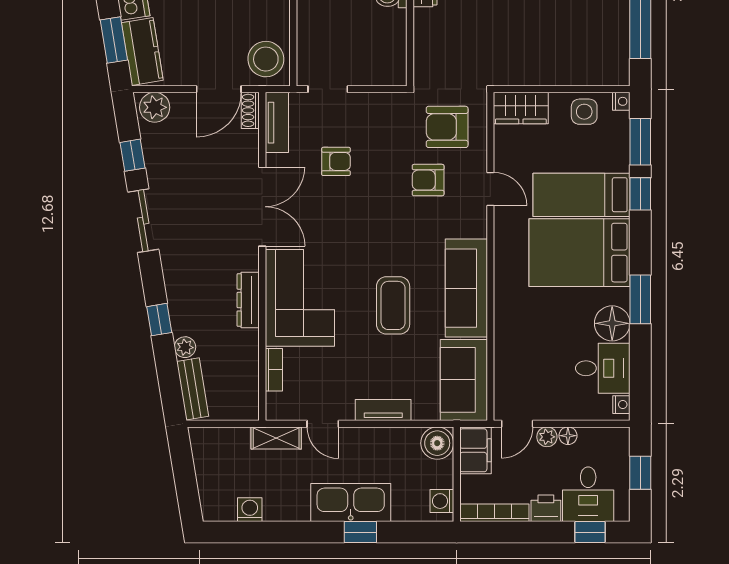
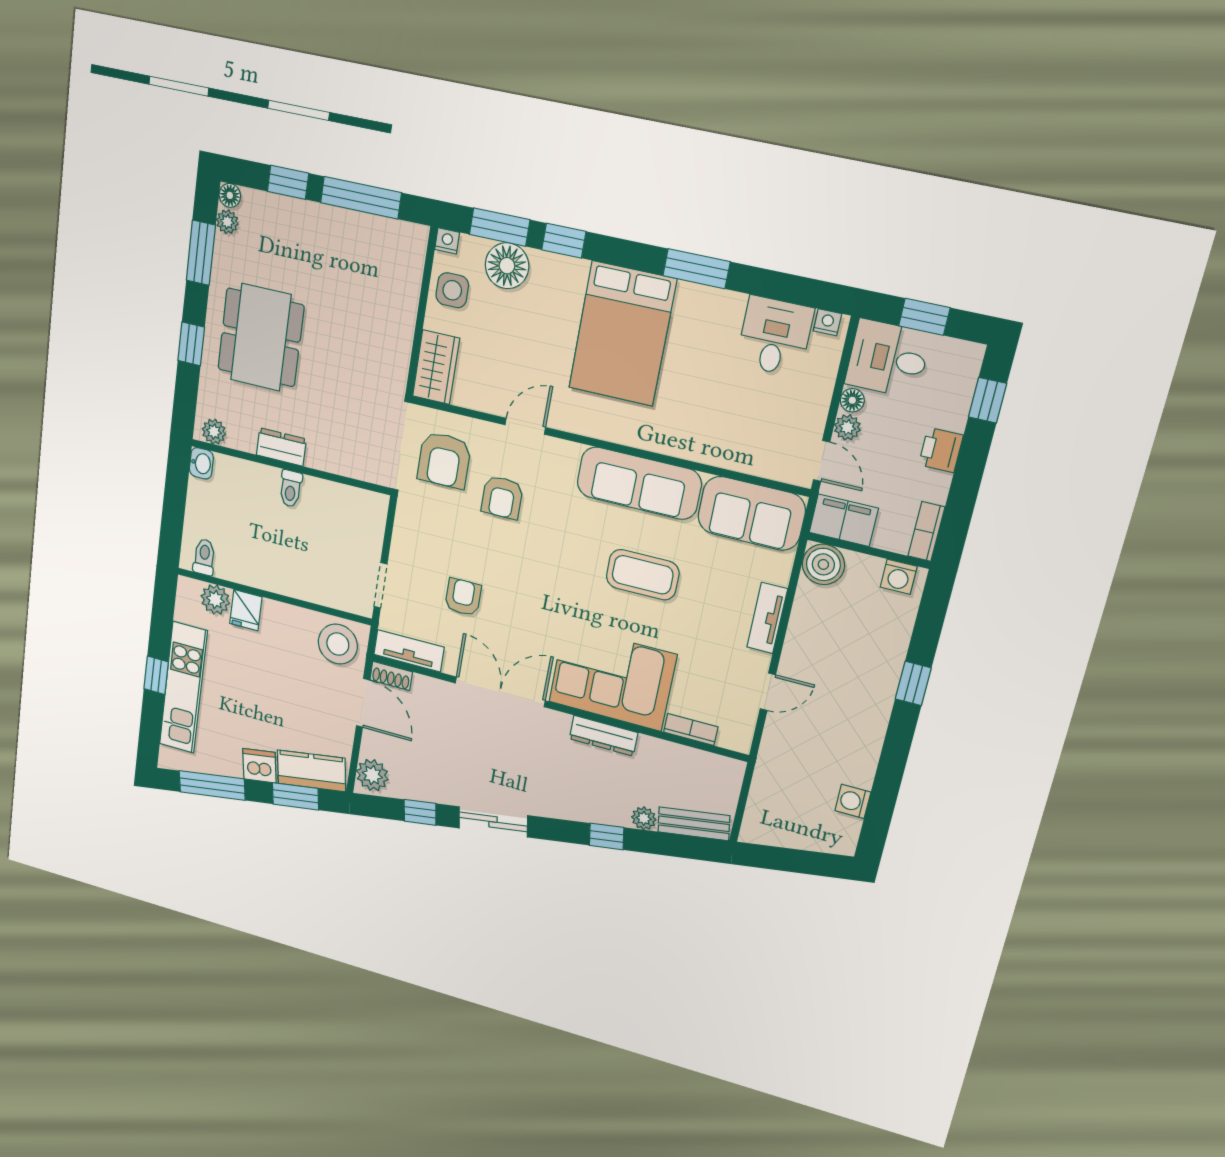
bed: (582, 195) -> (552, 316), removed
floor lamp: (612, 323) -> (507, 266), moved
shelving: (276, 438) -> (773, 749), removed
desk: (588, 494) -> (888, 359), moved, turned 180
kitchen sink: (351, 503) -> (873, 685), removed
bookcase: (494, 513) -> (926, 532), width x0.64

